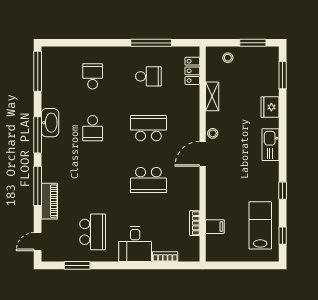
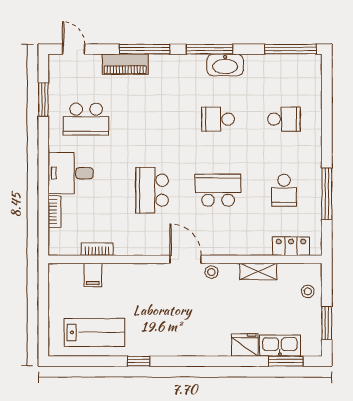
school desk: (148, 128) -> (218, 190), turned -90
kitchen sink: (271, 145) -> (280, 346), moved
window: (283, 236) -> (81, 361), removed

